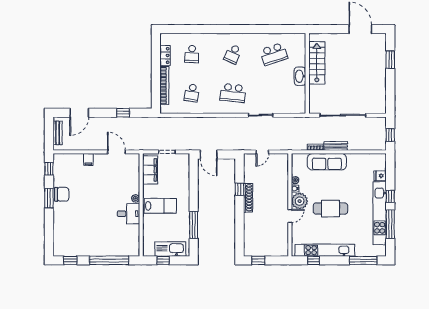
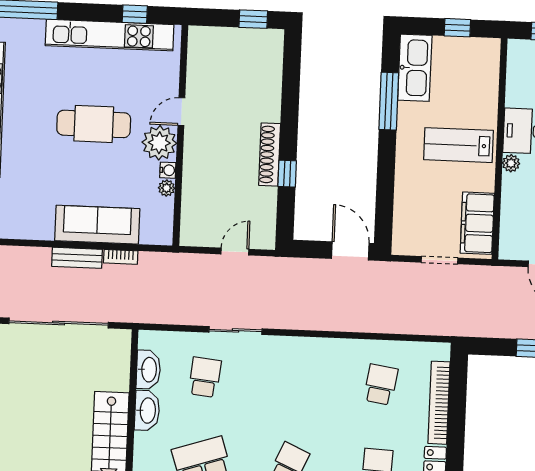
school desk: (233, 93) -> (205, 377), moved, width x0.54
washbasin: (300, 95) -> (148, 370), added
kitchen sink: (170, 249) -> (415, 68), moved, turned -90

